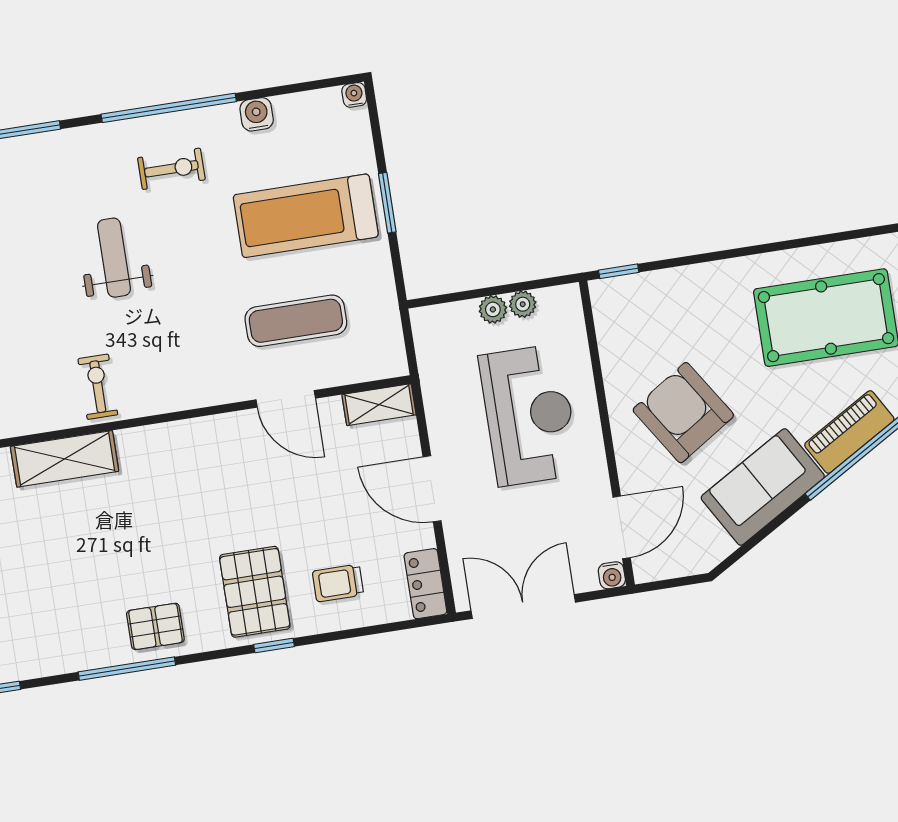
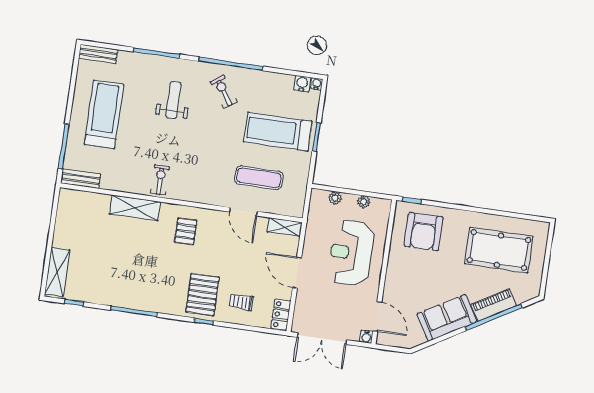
water cooler: (257, 114) -> (302, 84), moved
exercise bike: (171, 169) -> (224, 92), turned -125
weight bench: (114, 258) -> (173, 100), moved
plant: (493, 309) -> (335, 198), moved
armchair: (683, 413) -> (424, 232), moved, turned -147
reception desk: (529, 415) -> (351, 253), turned 180
door: (622, 527) -> (377, 316), hinge flipped
double door: (523, 606) -> (322, 339), swing flipped
pallet: (155, 626) -> (186, 231), moved, turned 90

